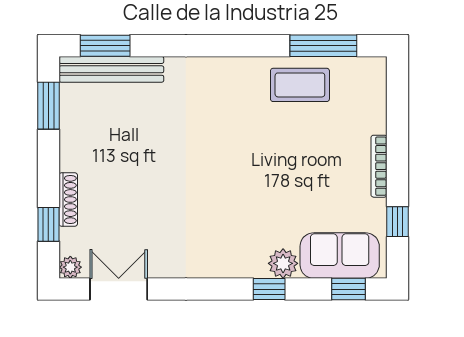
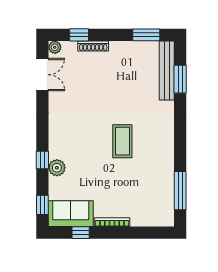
window: (105, 46) -> (180, 79), moved
coffee table: (300, 85) -> (122, 141), moved
sofa: (340, 256) -> (71, 214), moved, turned -90

